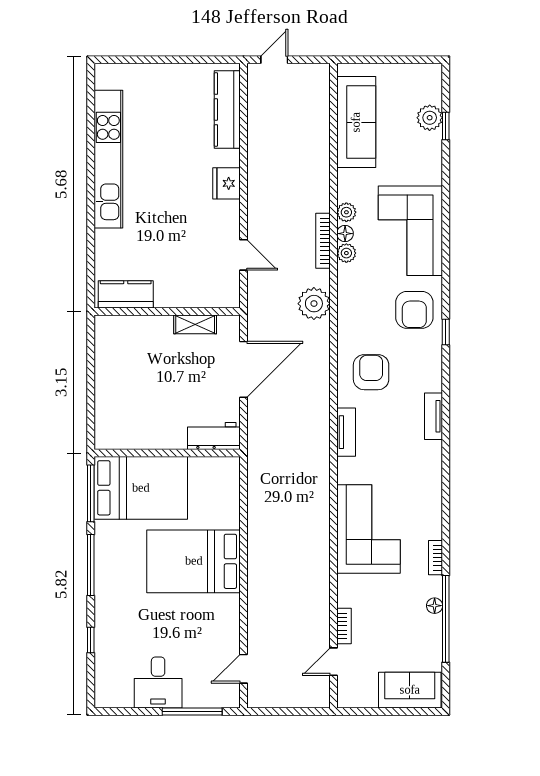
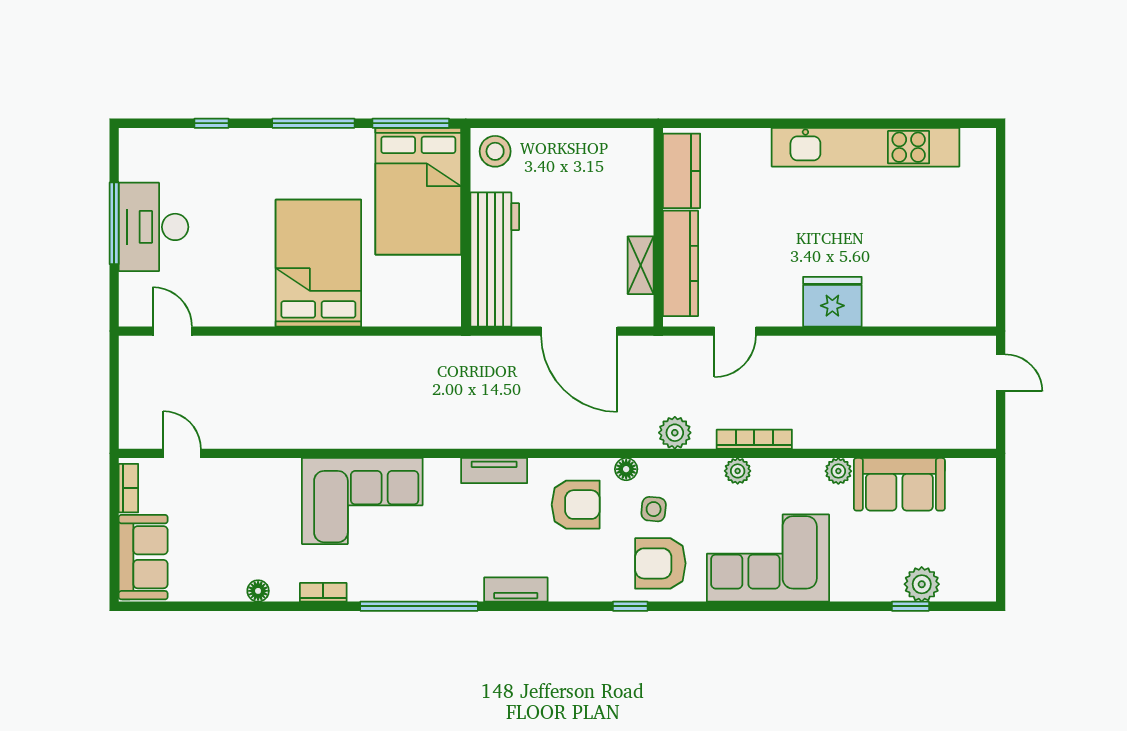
kitchen counter: (227, 109) -> (680, 263), moved, turned 90
sofa: (356, 122) -> (899, 484), width x0.73
fridge: (227, 183) -> (832, 302), width x1.36, depth x1.34
plant: (346, 212) -> (838, 471), moved
floor lamp: (345, 234) -> (626, 469), moved
plant: (314, 304) -> (675, 433), width x0.73, depth x0.73
side table: (374, 315) -> (654, 509), added
stool: (111, 431) -> (495, 151), added
workbench: (214, 436) -> (495, 259), width x1.88, depth x1.32
window: (446, 619) -> (419, 606), moved
bookcase: (344, 626) -> (128, 488), moved, turned -90
desk: (158, 683) -> (154, 227), width x1.37
window: (192, 711) -> (114, 223), moved

